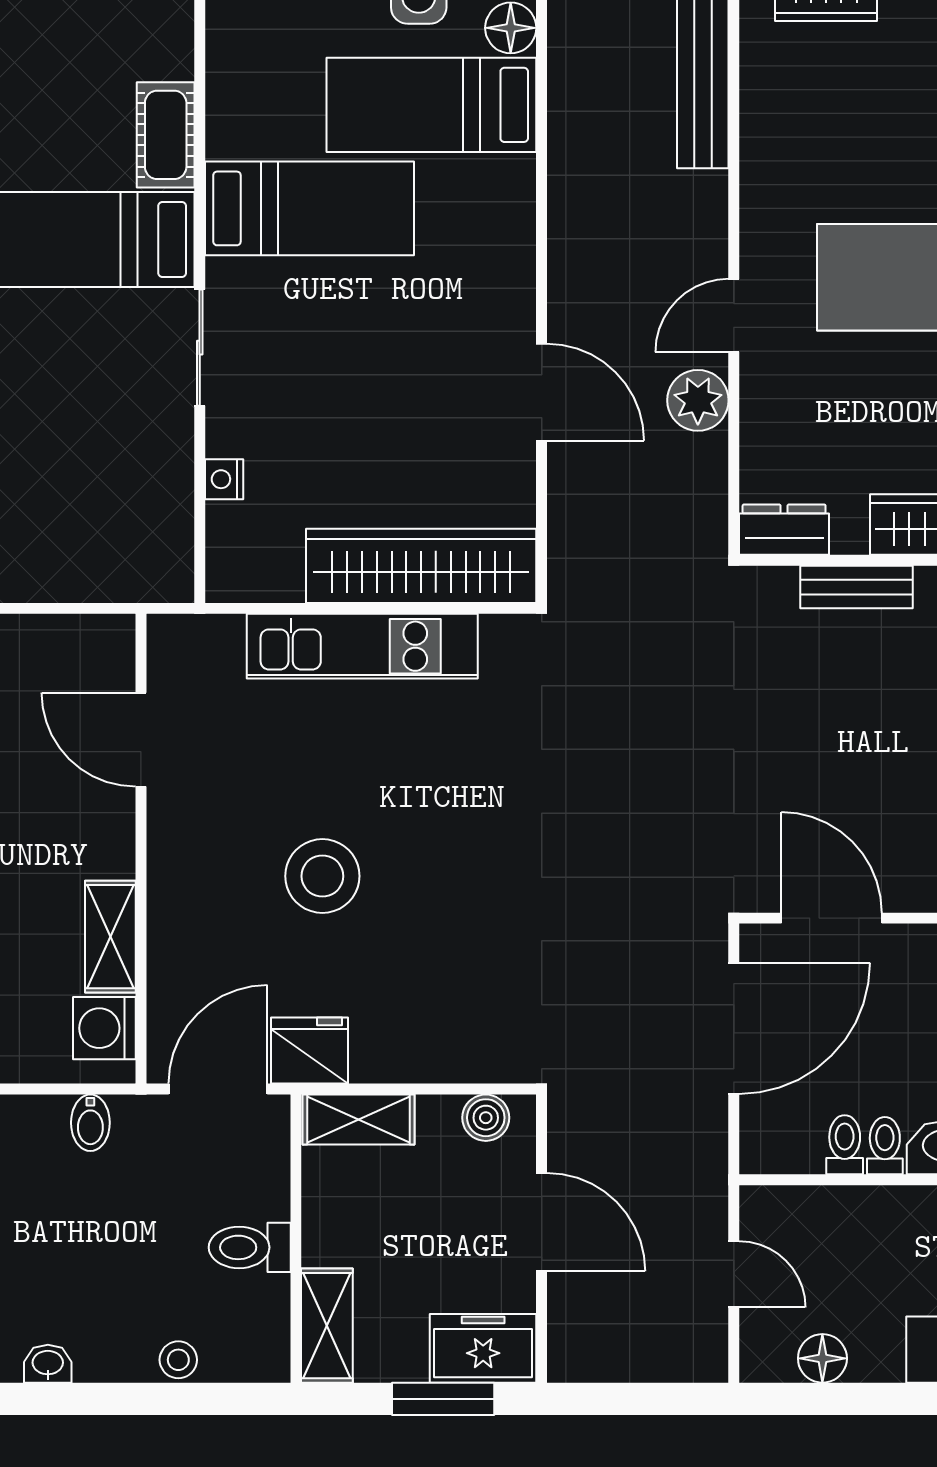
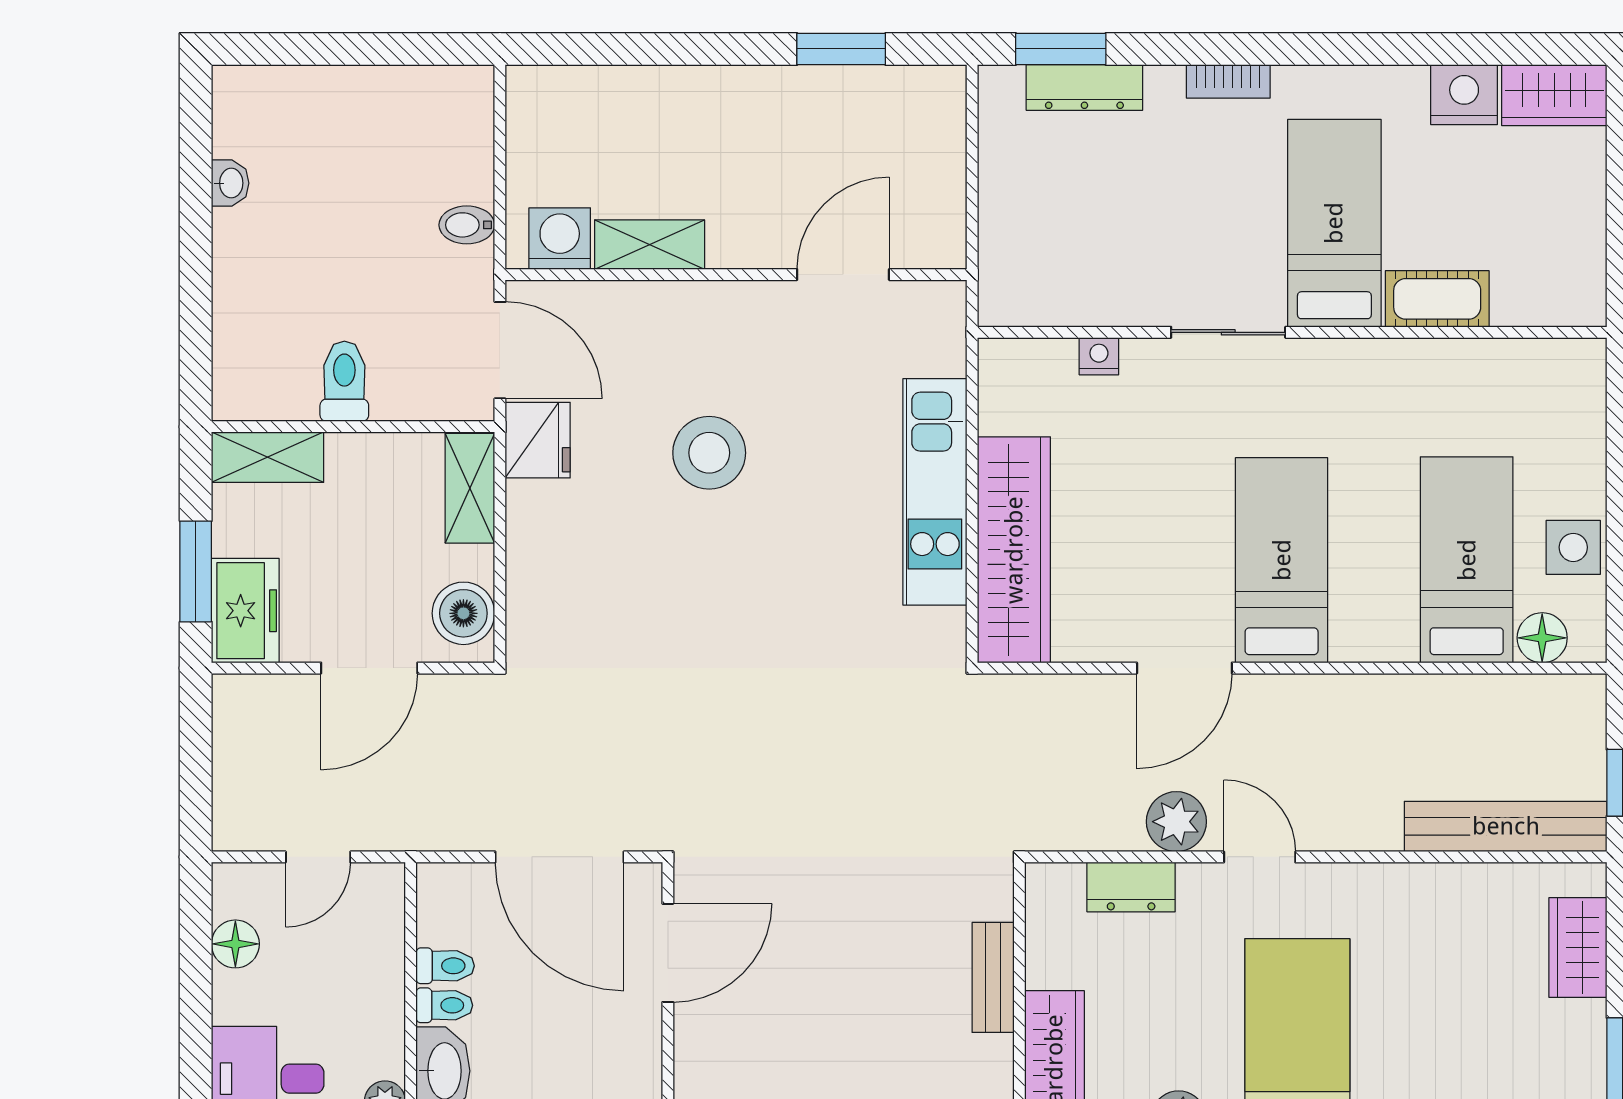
bed: (309, 208) -> (1282, 560), moved, turned 180
dresser: (784, 530) -> (1131, 887), moved, turned 90
boiler: (486, 1118) -> (463, 613), width x1.36, depth x1.36
stool: (178, 1360) -> (234, 311), removed

